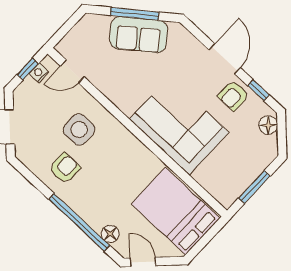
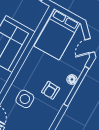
armchair: (65, 168) -> (51, 90), moved, turned -87
floor lamp: (110, 234) -> (72, 79), moved

